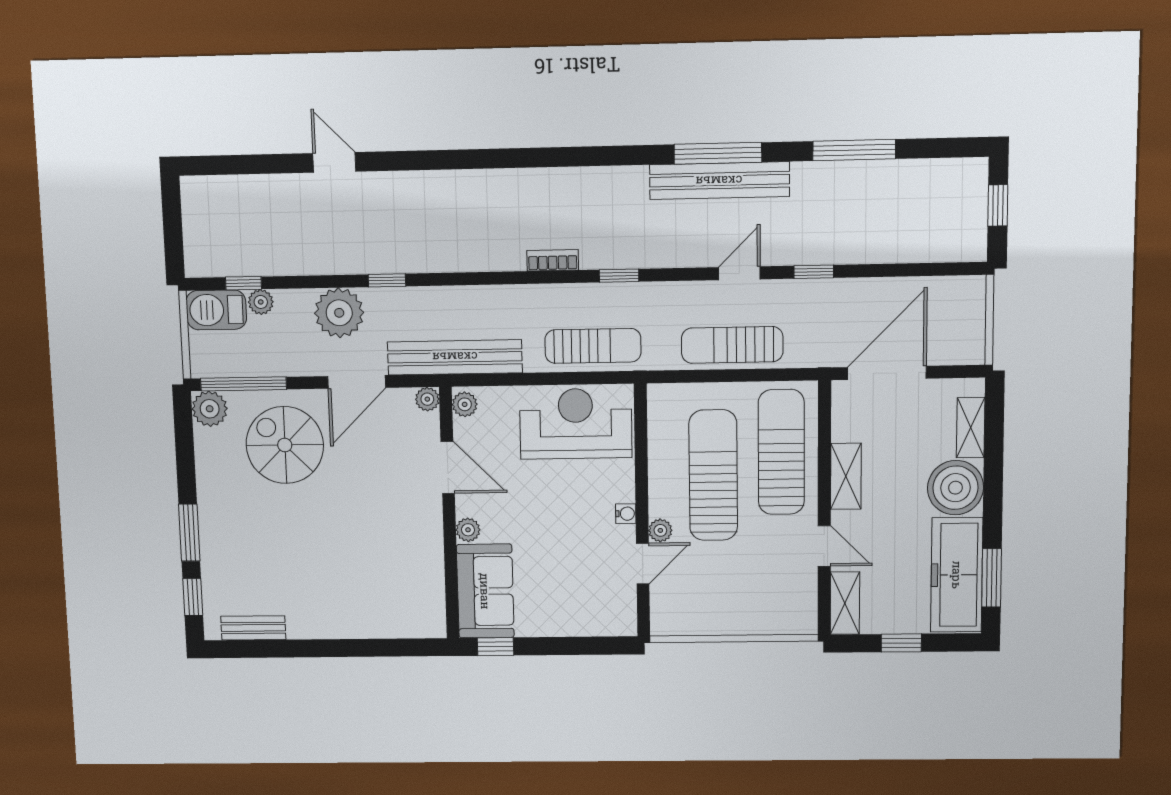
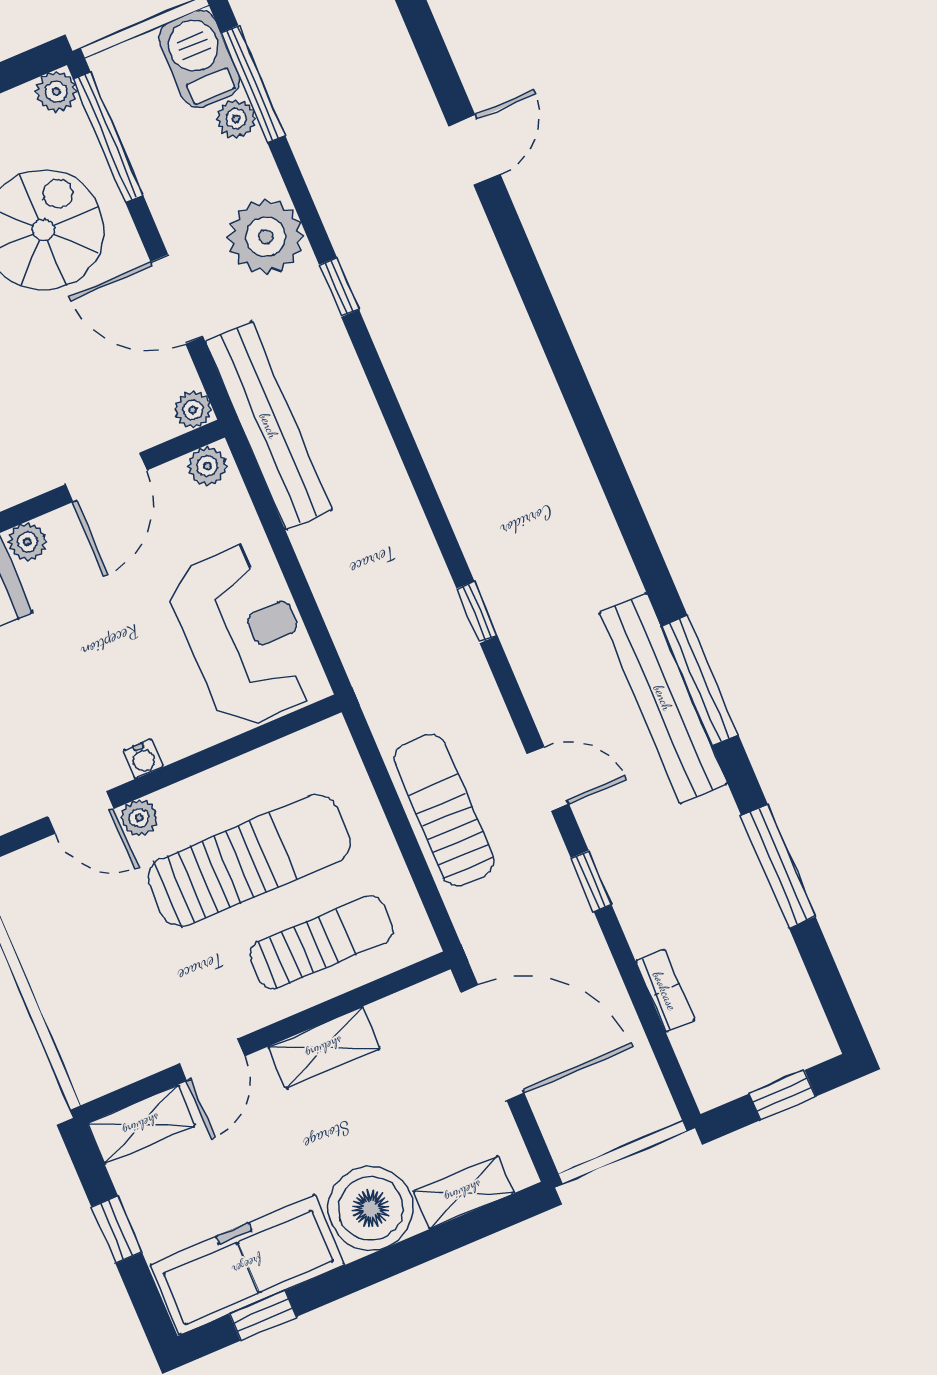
bookcase: (553, 260) -> (665, 991), moved
window: (243, 283) -> (253, 84), width x2.17
sun lounger: (593, 346) -> (364, 615), removed
plant: (210, 409) -> (56, 92), width x0.73, depth x0.73
sun lounger: (781, 452) -> (321, 942), width x0.73, depth x0.75
window: (992, 578) -> (263, 1316), width x0.67

